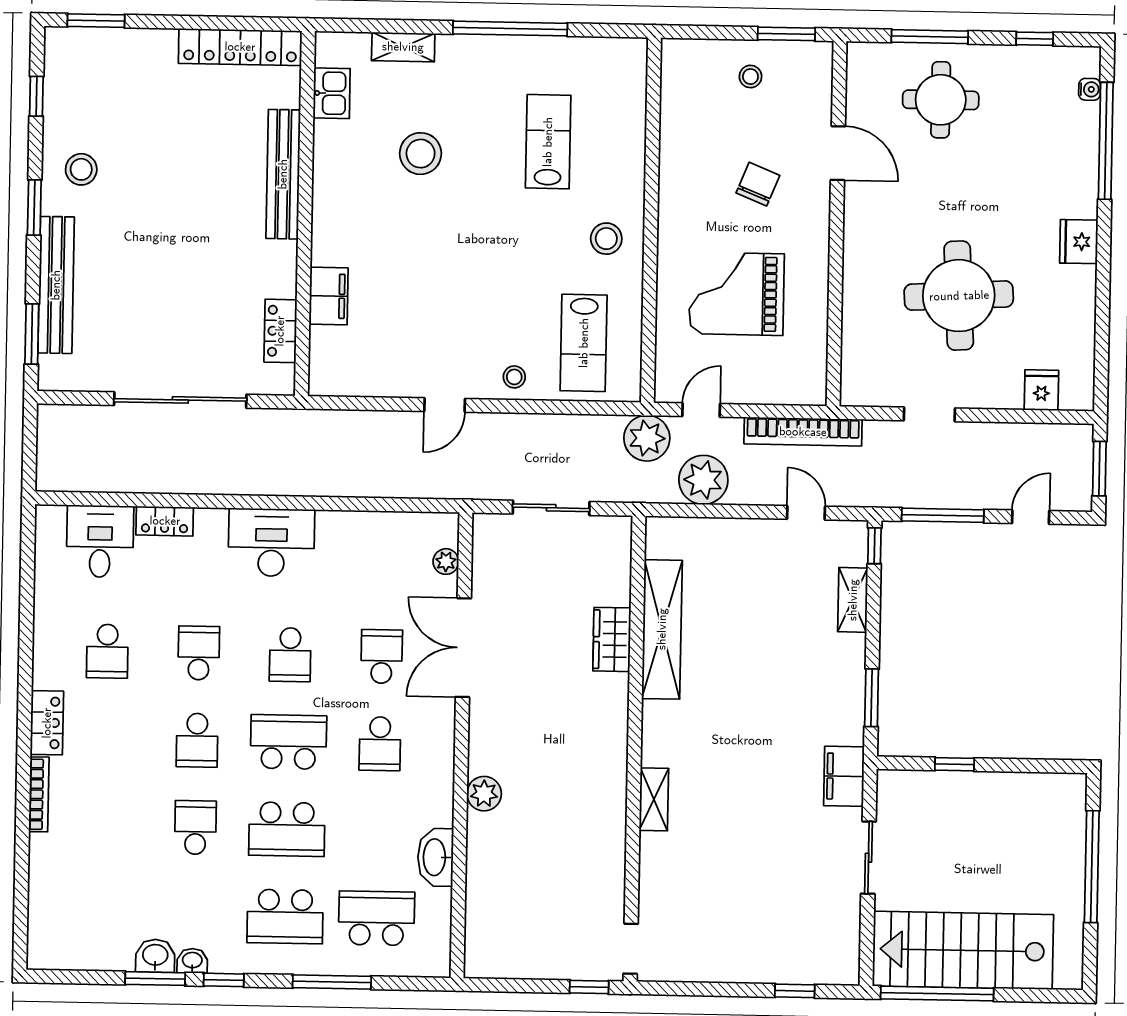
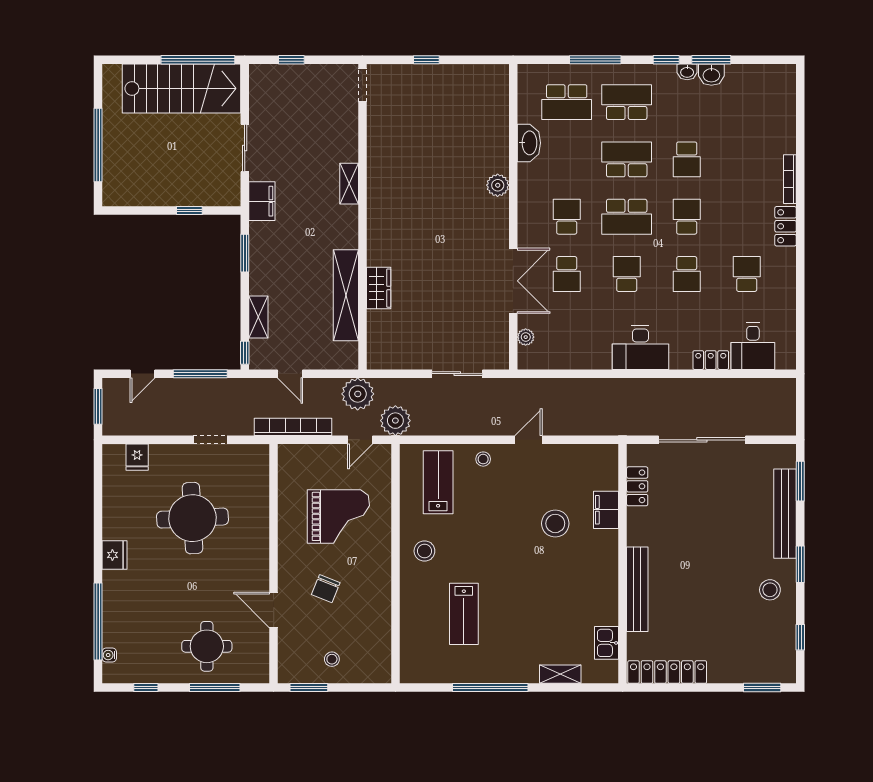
stool: (421, 154) -> (555, 523), moved
shelving: (662, 629) -> (346, 295), moved
wardrobe: (612, 639) -> (379, 288), moved
wall: (634, 749) -> (362, 217), moved
shelving: (654, 799) -> (349, 184), moved
doorway: (631, 949) -> (362, 85), moved

